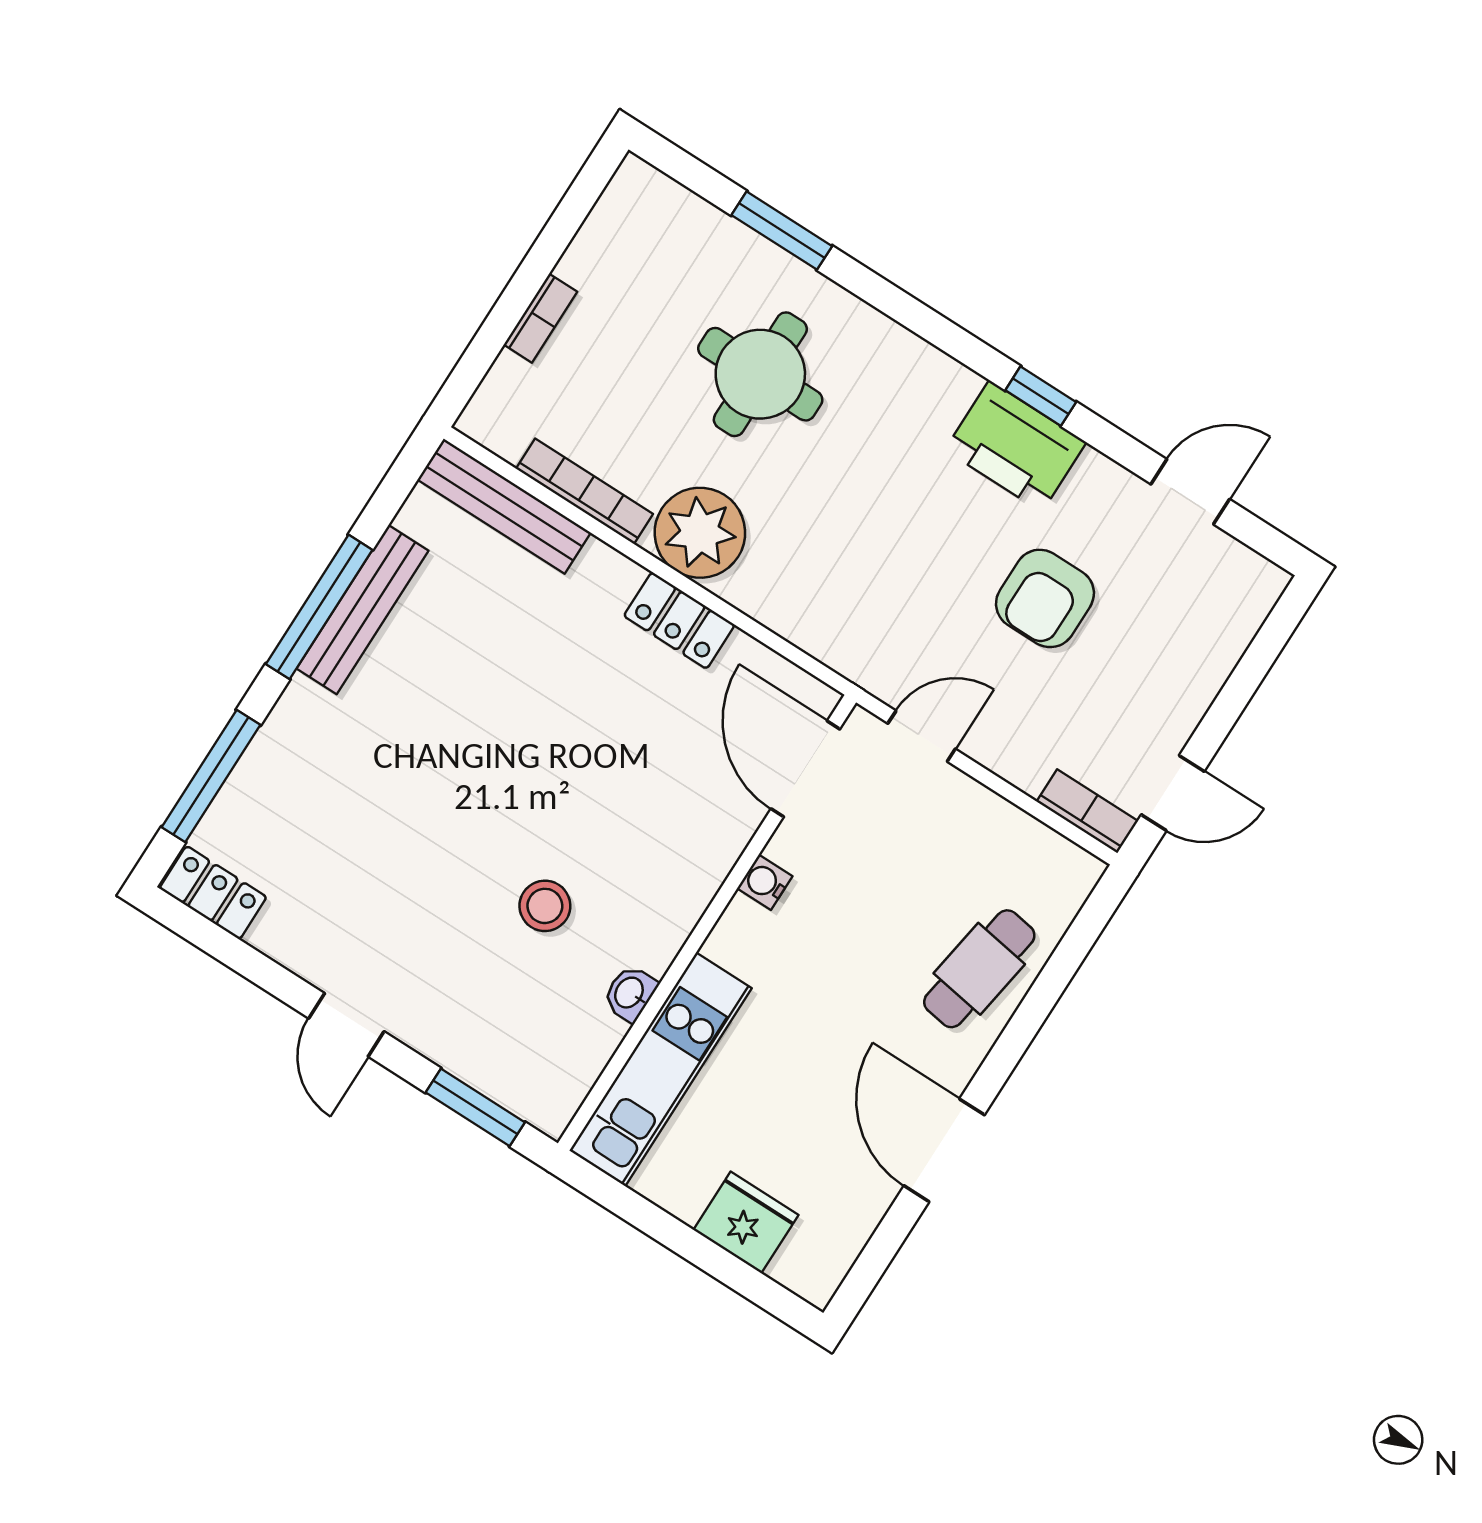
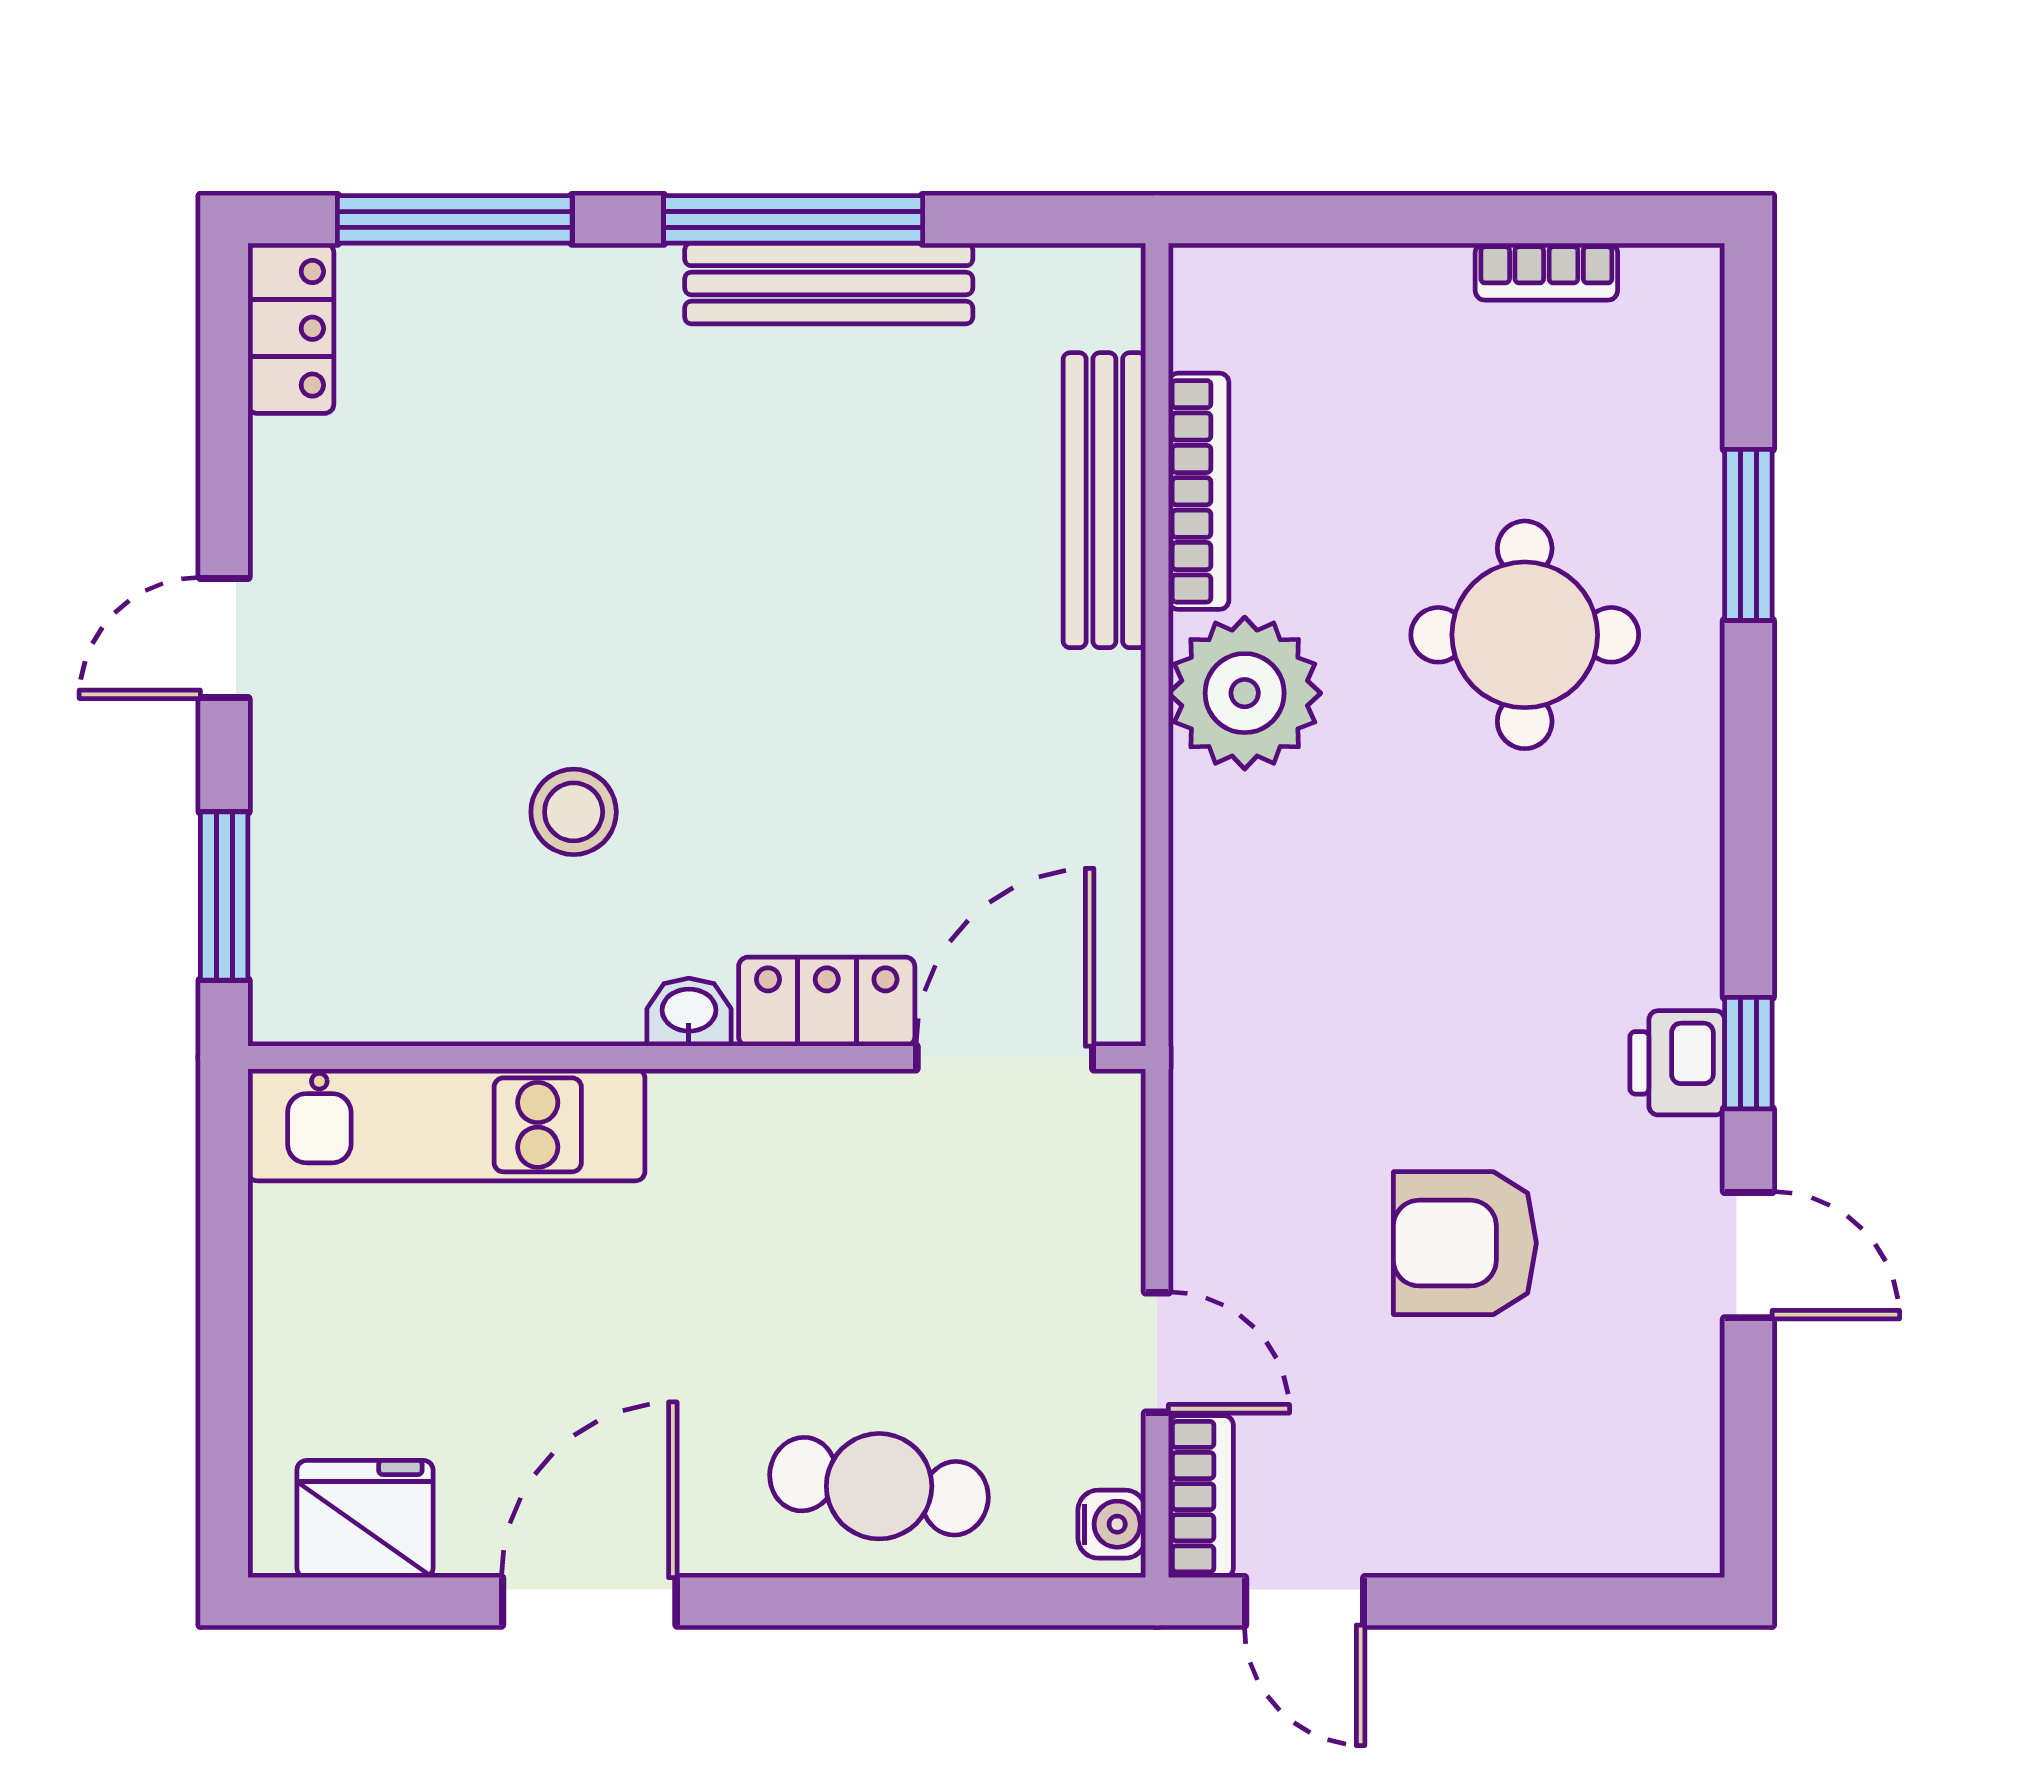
bookcase: (541, 318) -> (1546, 272), moved
printer: (1016, 446) -> (1677, 1063), width x0.53, depth x0.68
door: (1190, 492) -> (1748, 1255), moved
bench: (504, 506) -> (1104, 500), moved
locker: (679, 620) -> (827, 1002), moved, turned 90
door: (922, 736) -> (1157, 1352), moved
water cooler: (765, 882) -> (1112, 1524), moved, turned 90
washbasin: (630, 993) -> (689, 1012), moved
fridge: (746, 1222) -> (365, 1519), moved, turned -90

